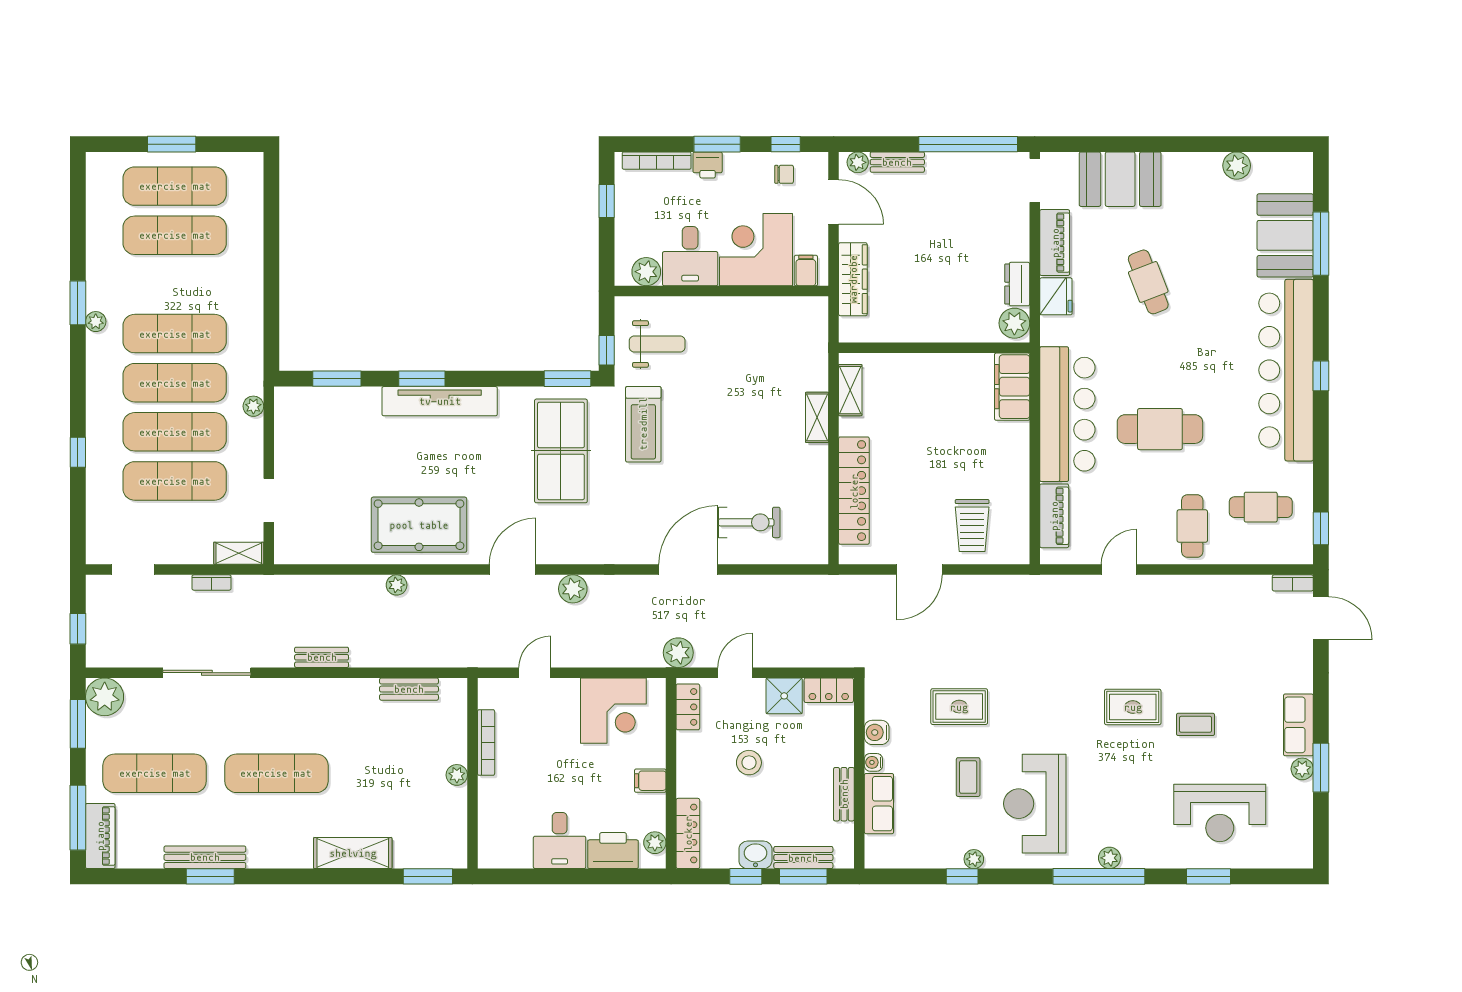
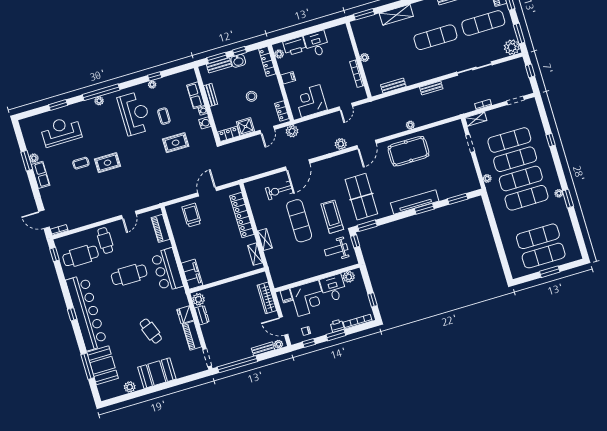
booth: (1120, 179) -> (157, 373), moved
bar counter: (1067, 414) -> (167, 270), width x0.73
exercise mat: (724, 438) -> (299, 221), added
cafe table: (1261, 507) -> (81, 256), width x1.37, depth x1.35

